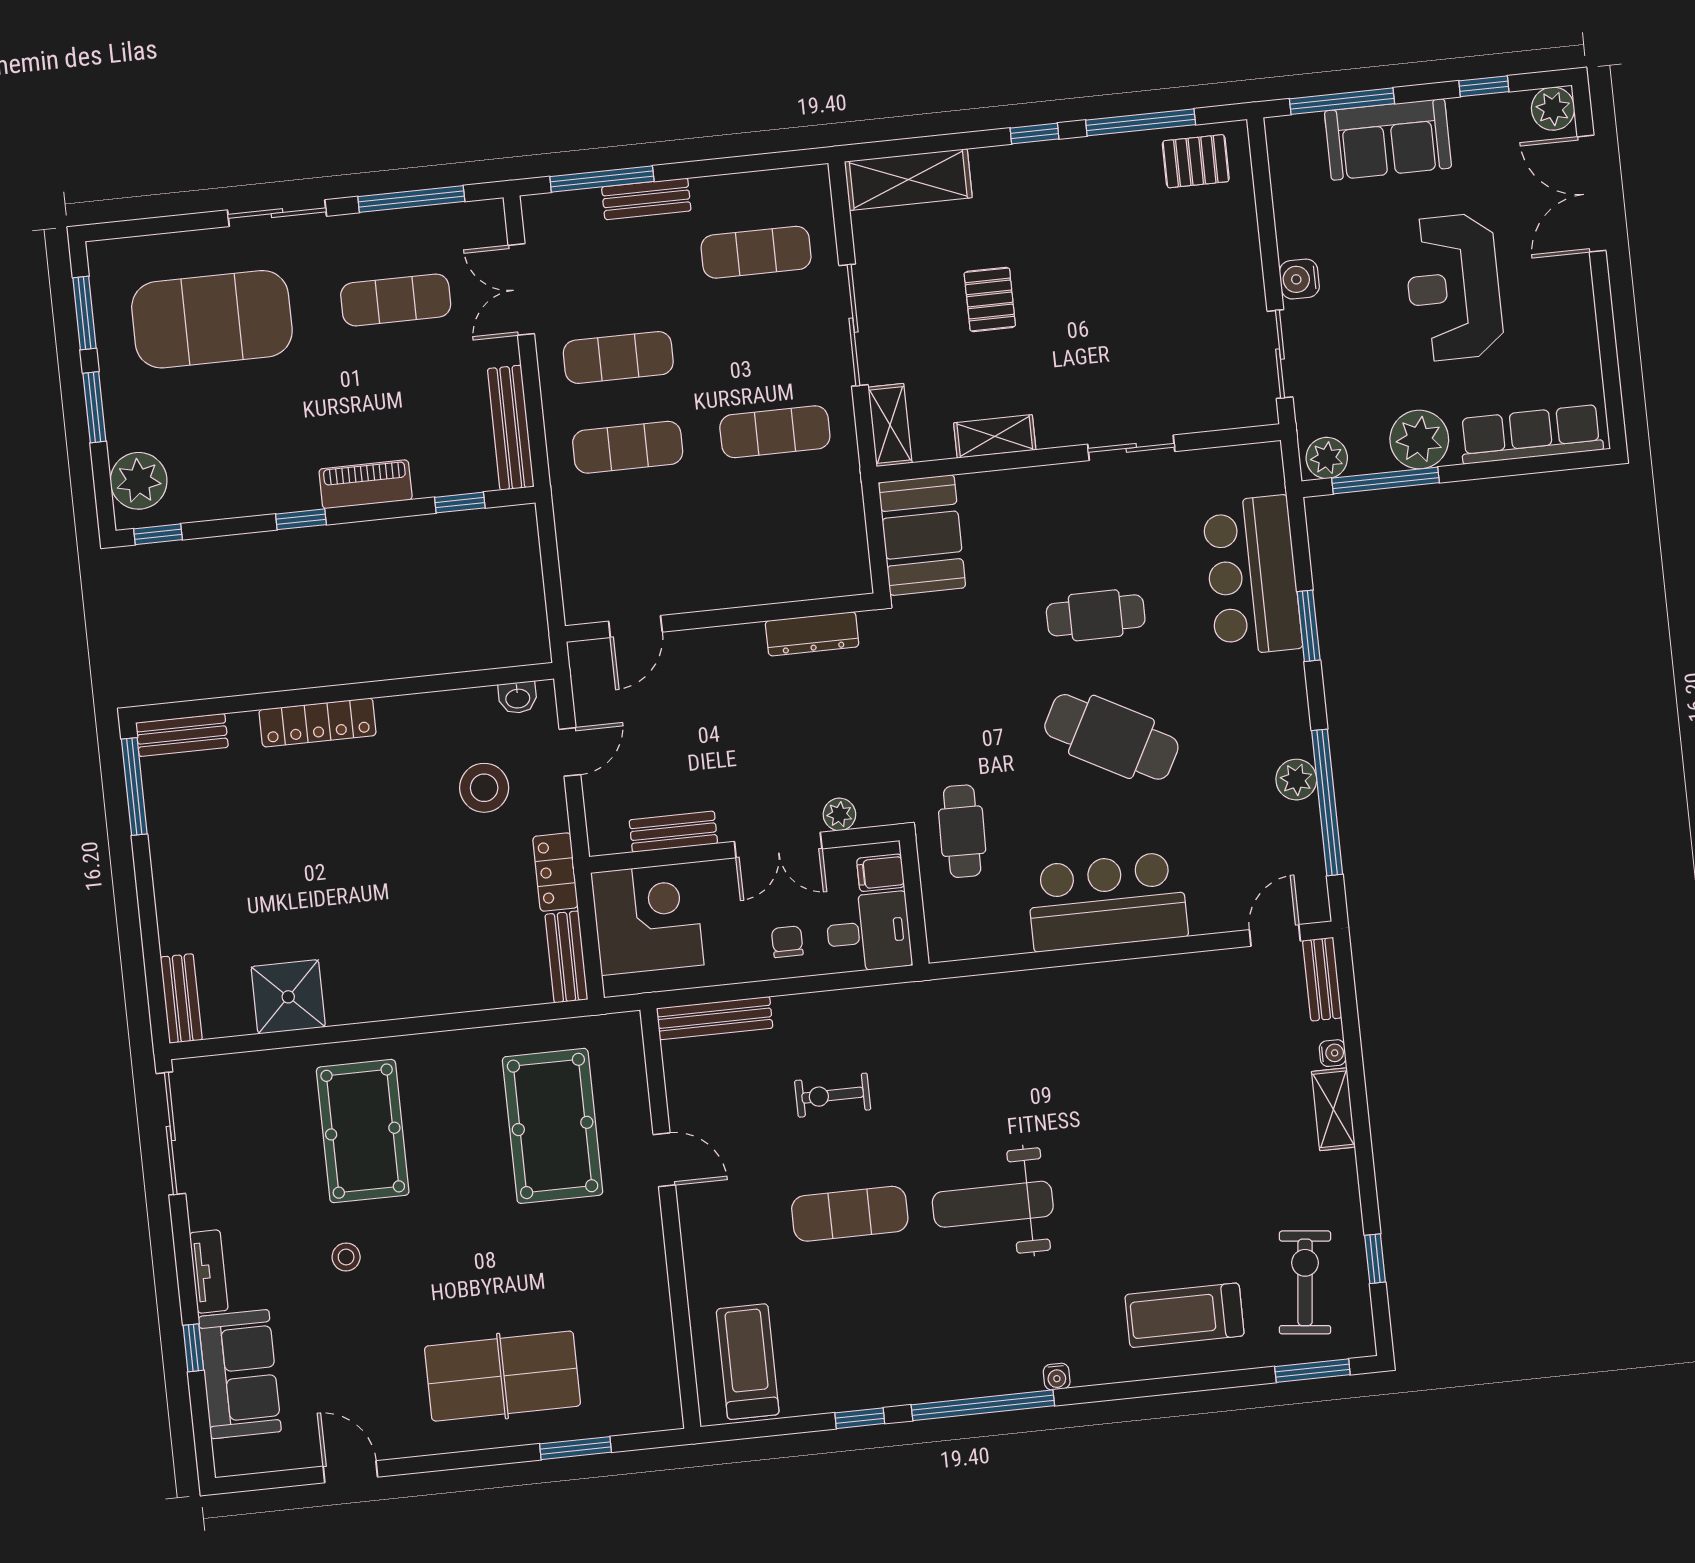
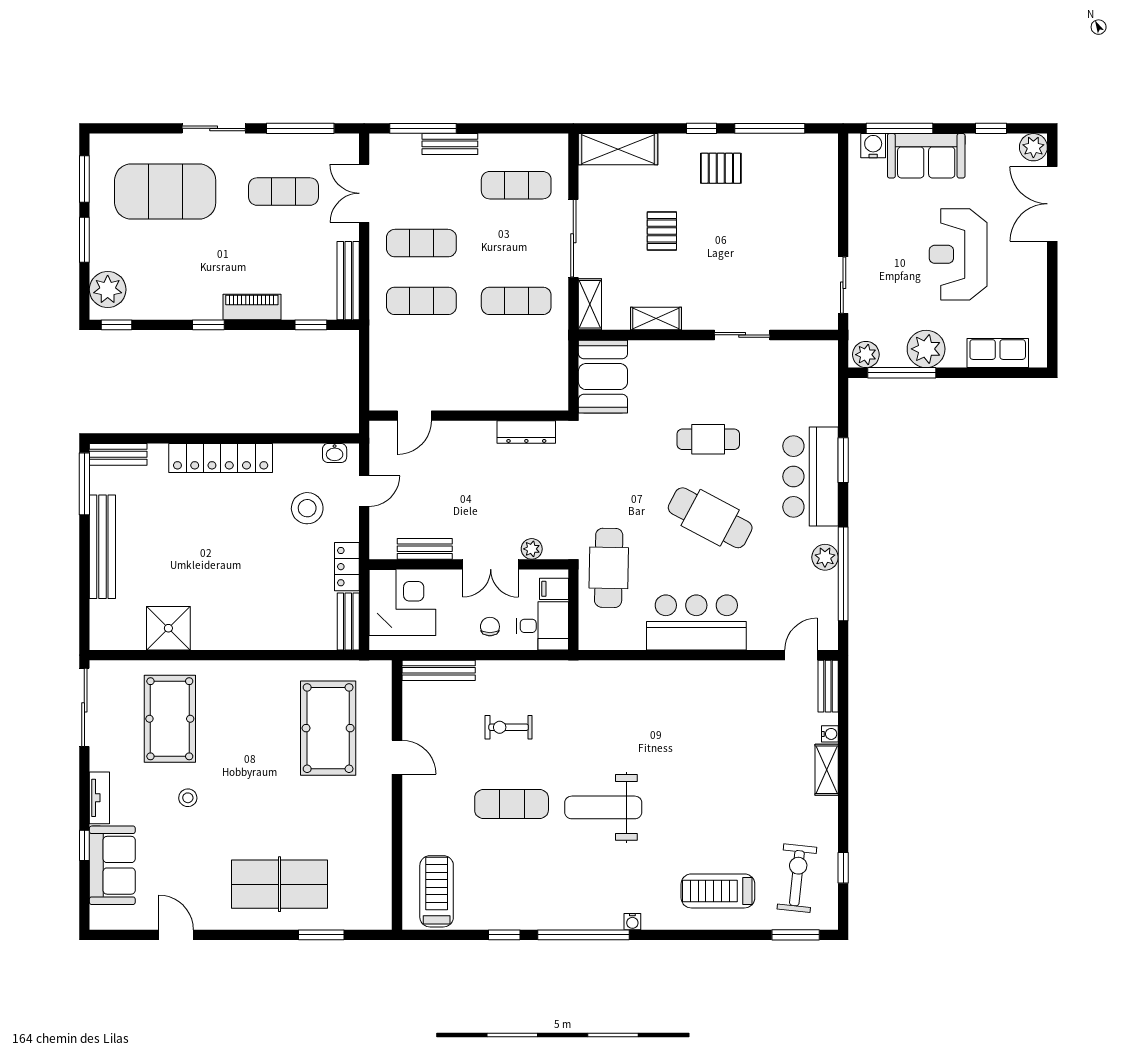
pallet: (1196, 161) -> (721, 168), moved
water cooler: (1299, 279) -> (873, 146), moved, turned 90
row of seats: (1531, 434) -> (998, 353), width x0.68
bar counter: (1252, 576) -> (811, 476), moved
locker: (318, 723) -> (221, 458), width x1.41, depth x1.21
cafe table: (962, 831) -> (609, 568), width x1.37, depth x1.35
bench: (181, 999) -> (102, 547), moved, width x1.86, depth x1.21
pool table: (363, 1131) -> (170, 719), moved

